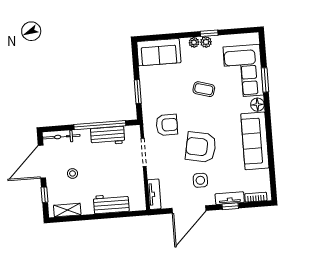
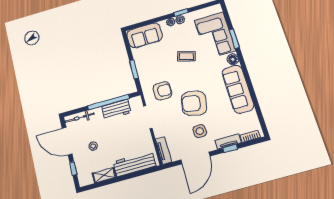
door: (42, 162) -> (67, 141), hinge flipped
workbench: (111, 204) -> (135, 164), width x1.38
shelving: (67, 210) -> (104, 175), moved

